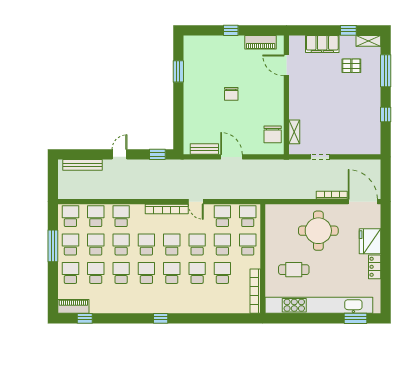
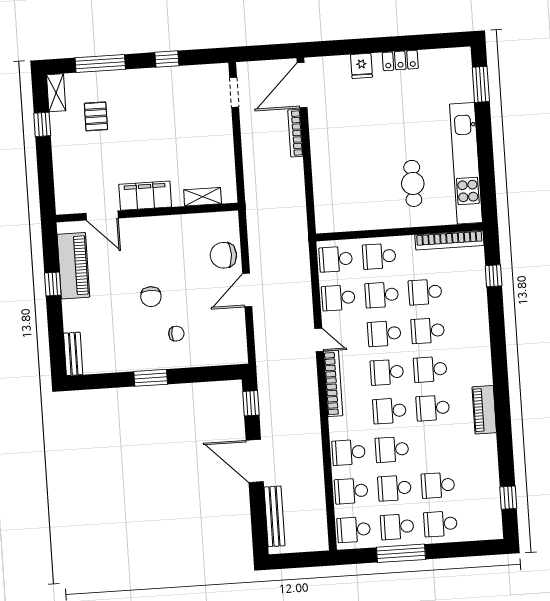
window: (231, 30) -> (53, 284), moved
piano: (261, 42) -> (73, 266), width x1.37, depth x1.33
filing cabinet: (322, 44) -> (145, 196), moved, turned -90
door: (286, 65) -> (102, 216), hinge flipped
window: (178, 71) -> (151, 378), moved
chair: (231, 94) -> (151, 297), turned 90
chair: (206, 109) -> (176, 334), added
chair: (273, 134) -> (223, 255), moved, turned 180
bench: (204, 149) -> (73, 354), moved
door: (120, 154) -> (255, 461), width x1.88
doorway: (320, 157) -> (234, 92), moved
door: (196, 202) -> (319, 340), hinge flipped
round table: (318, 231) -> (351, 150), removed
fridge: (370, 241) -> (361, 66), width x0.53, depth x0.75
school desk: (121, 273) -> (435, 447), removed
kitchen unit: (319, 305) -> (466, 163), width x0.73
piano: (73, 306) -> (484, 410), moved
window: (161, 318) -> (494, 276), moved

